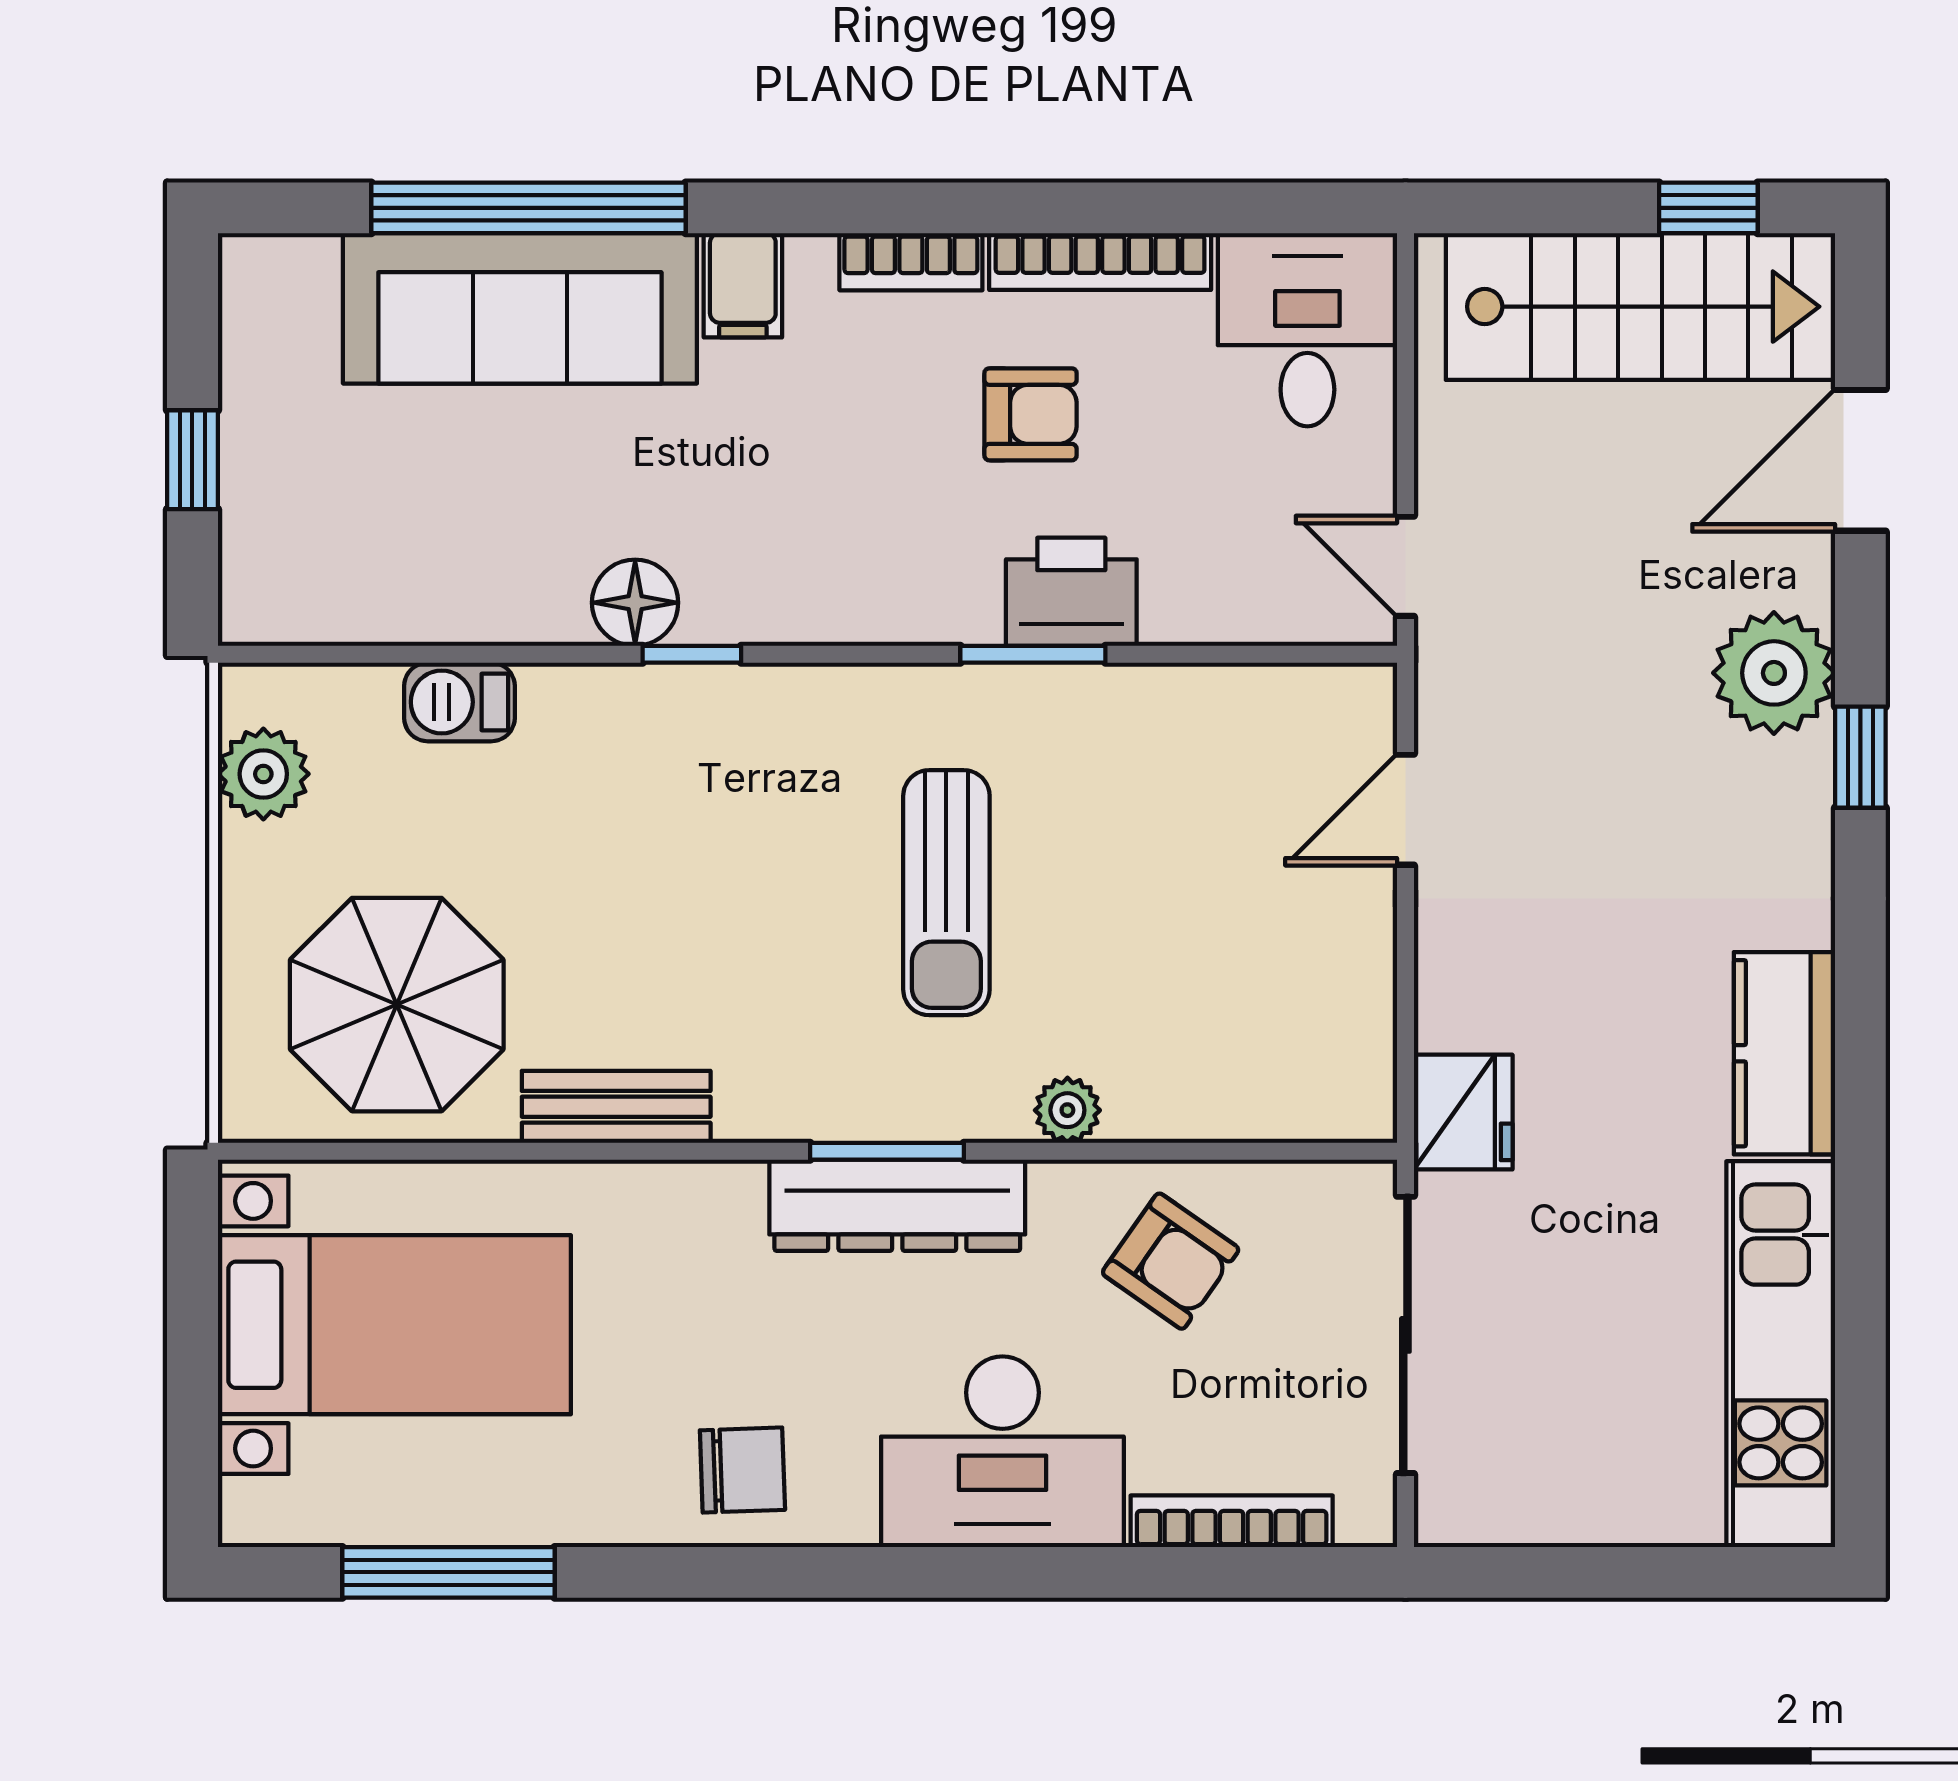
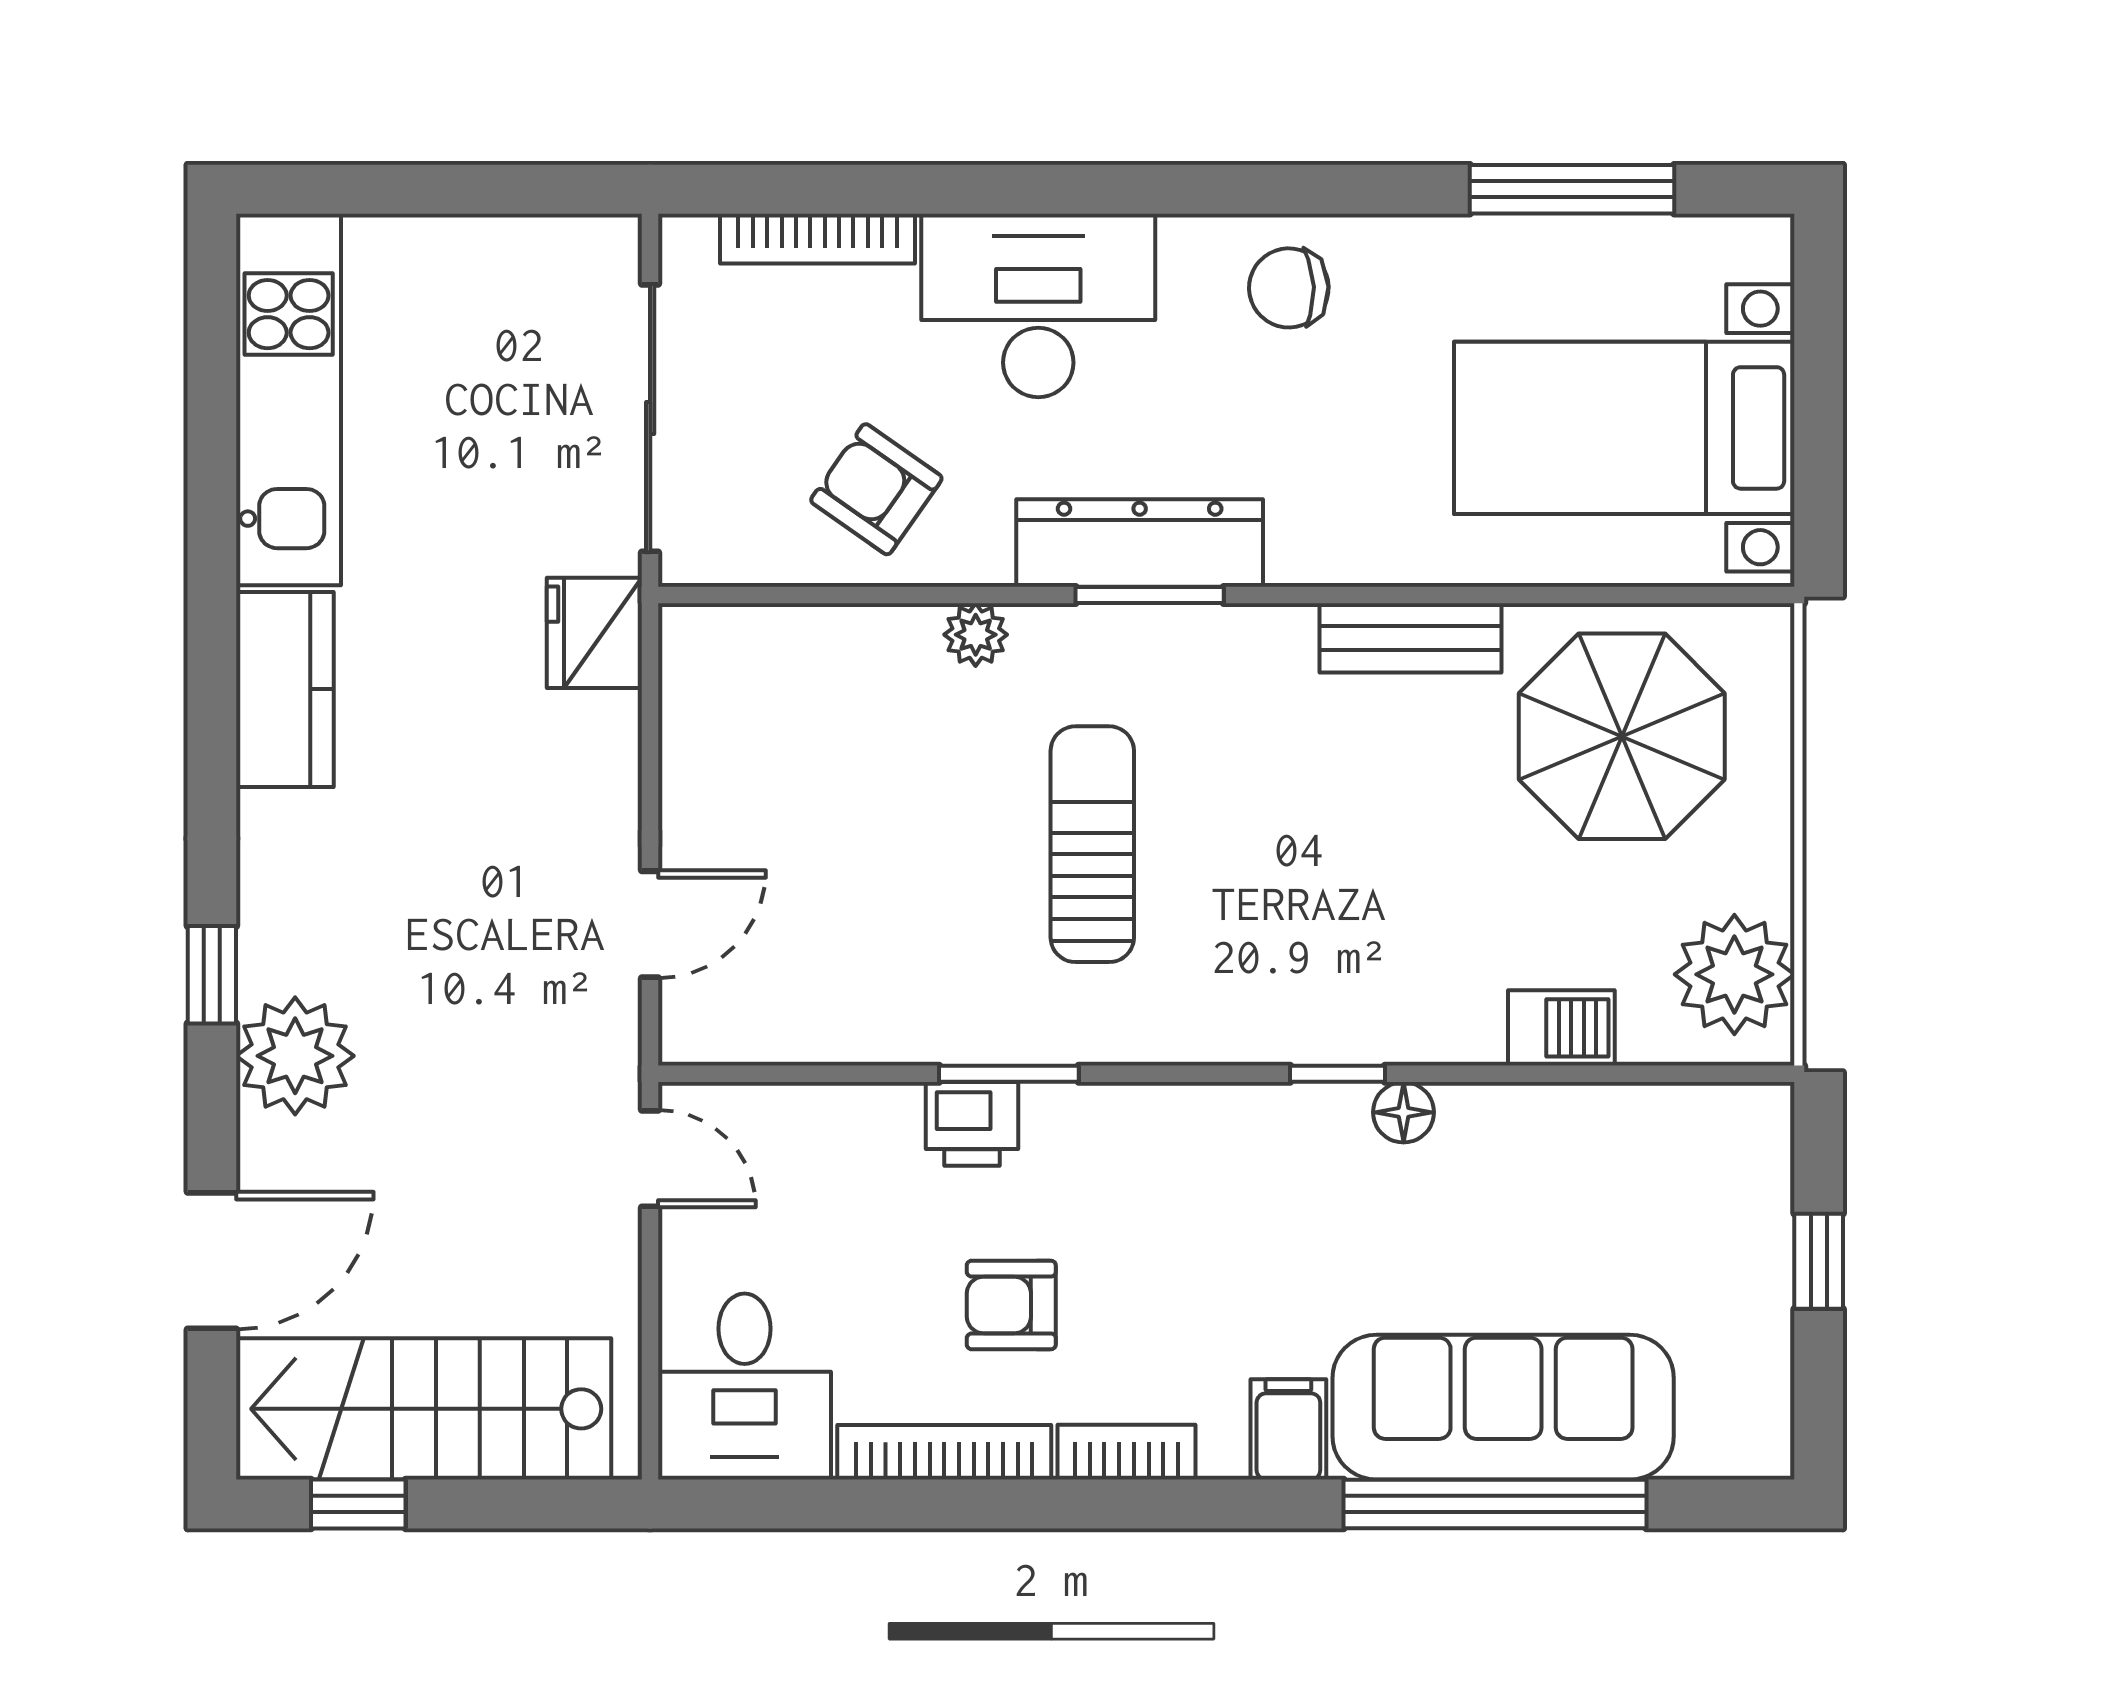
printer: (1071, 592) -> (972, 1124), width x0.73, depth x0.81
floor lamp: (635, 603) -> (1404, 1112), width x0.73, depth x0.73
plant: (263, 774) -> (1734, 974), width x1.36, depth x1.36

